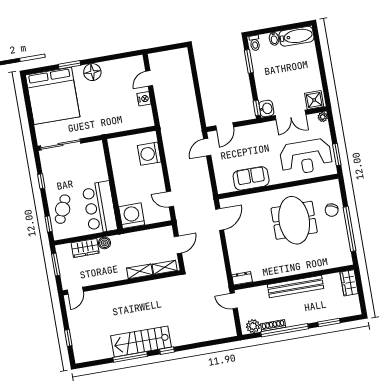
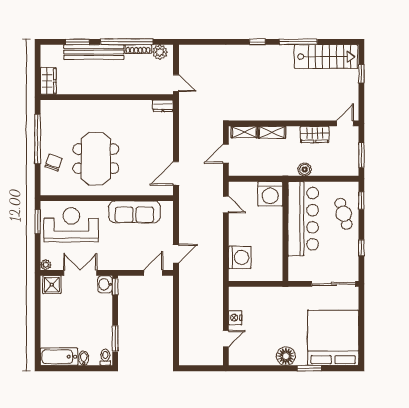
sofa: (251, 178) -> (135, 212), width x1.36
bar counter: (100, 207) -> (303, 219), width x1.36
cafe table: (63, 209) -> (344, 214), turned -40
wardrobe: (85, 248) -> (315, 134), moved, turned 180
bench: (296, 287) -> (94, 52), moved
stairs: (141, 341) -> (326, 57), moved

